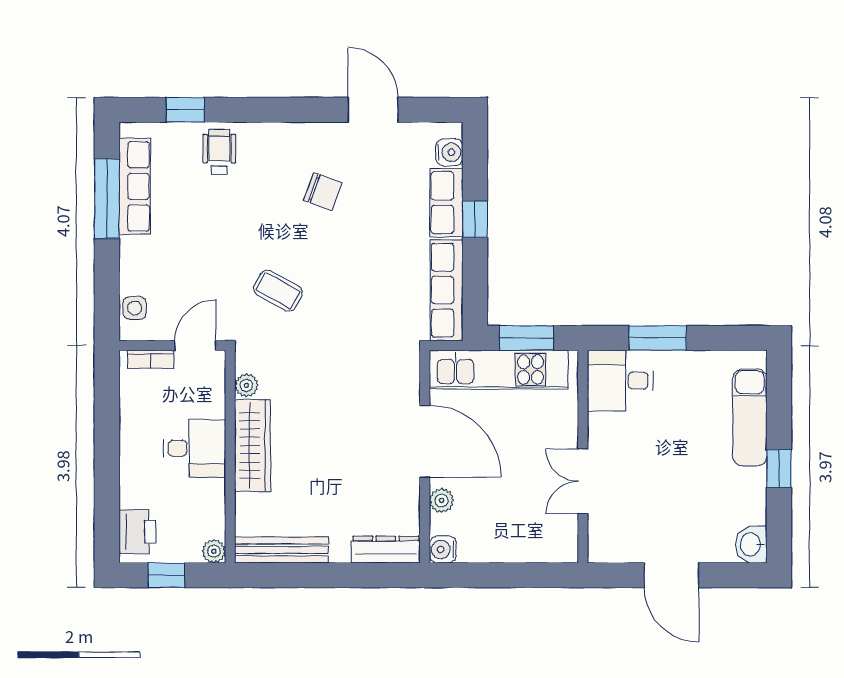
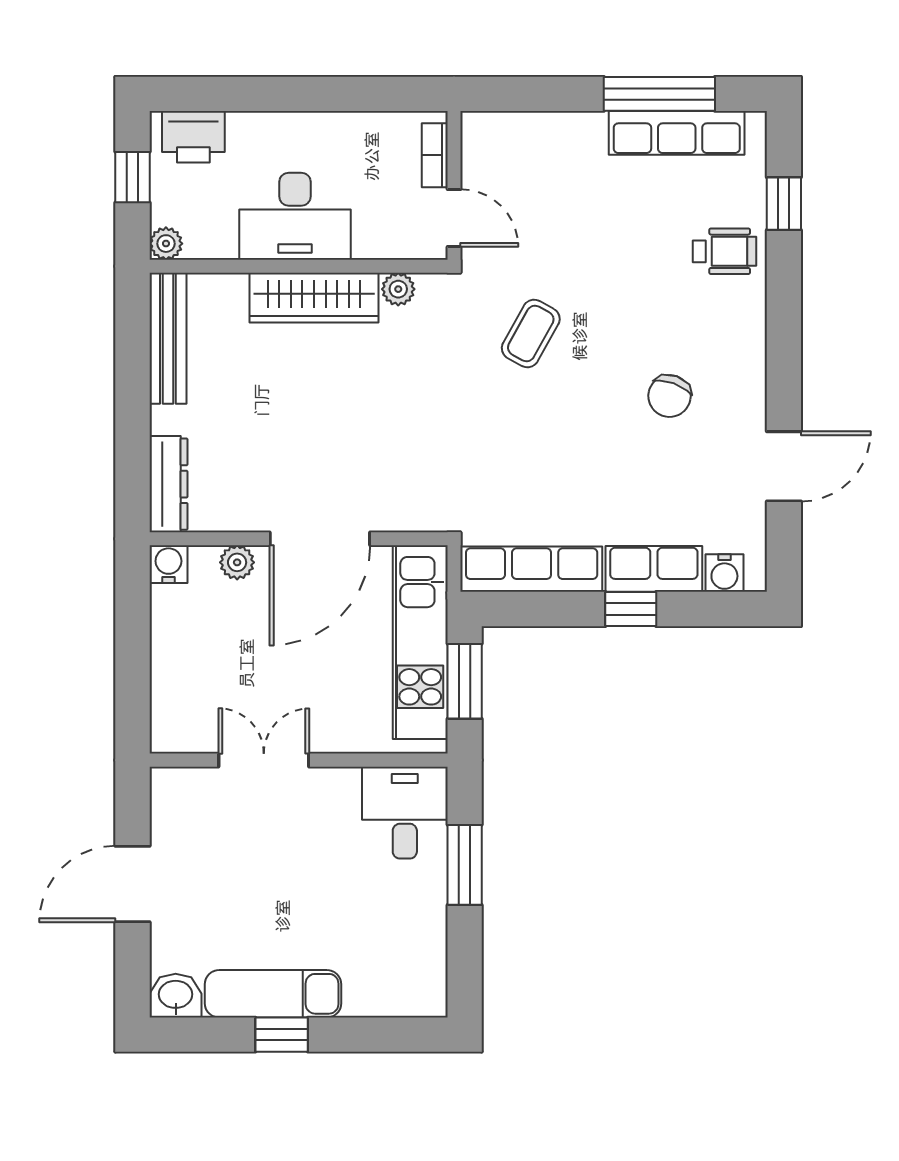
side table: (135, 308) -> (506, 133), removed
exam couch: (750, 417) -> (273, 994), moved
desk: (194, 448) -> (295, 216), width x1.37

